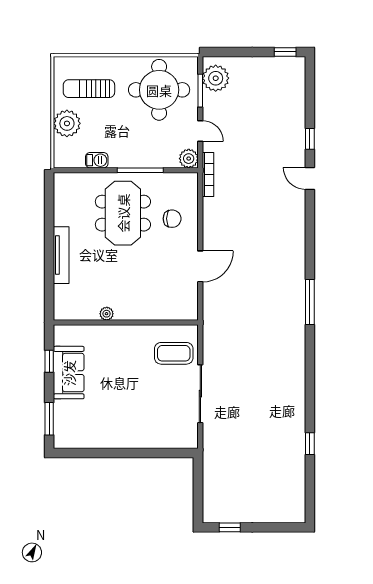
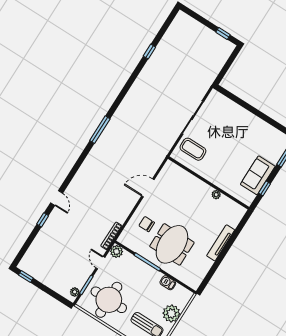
plant: (216, 78) -> (75, 292), width x0.53, depth x0.53

